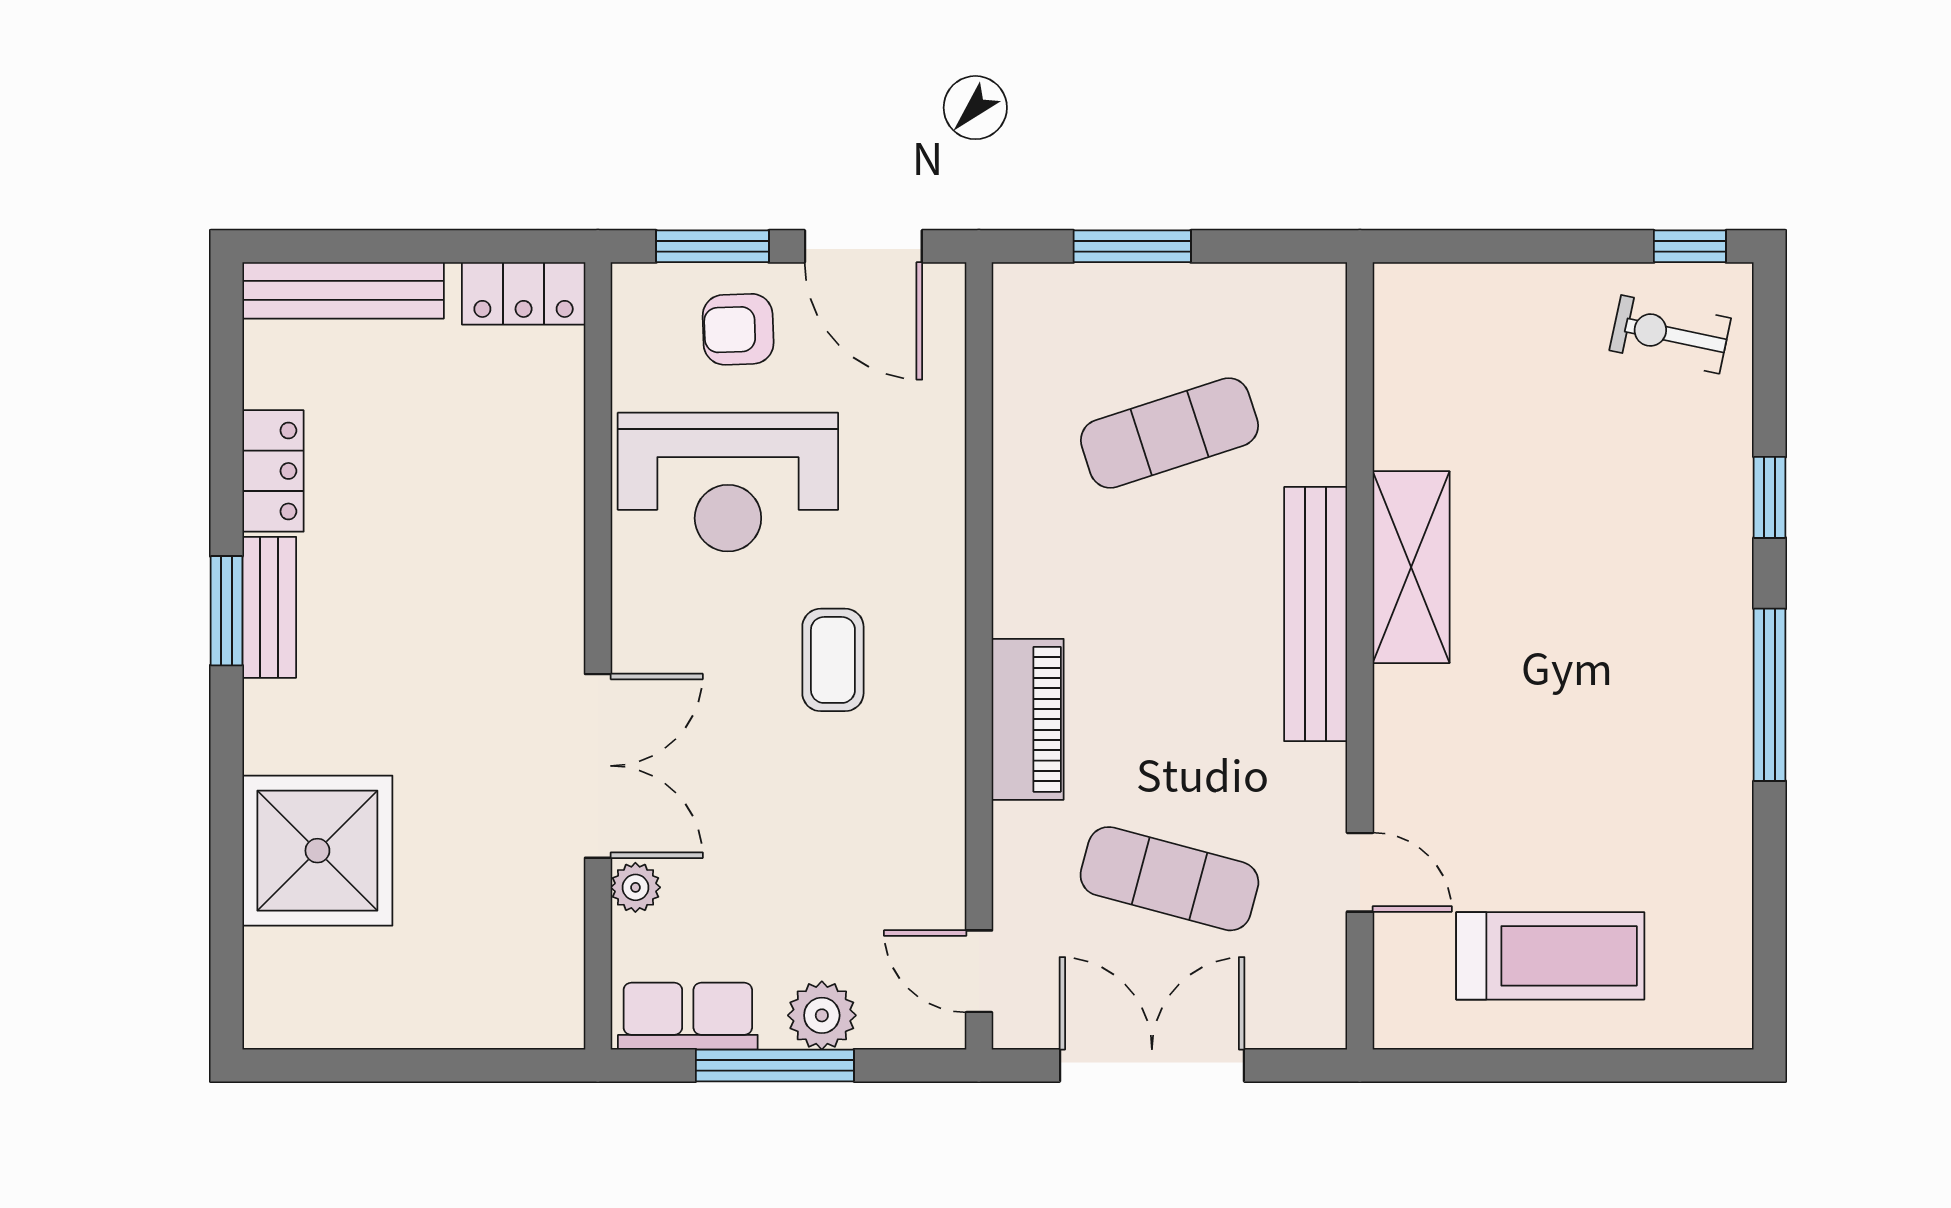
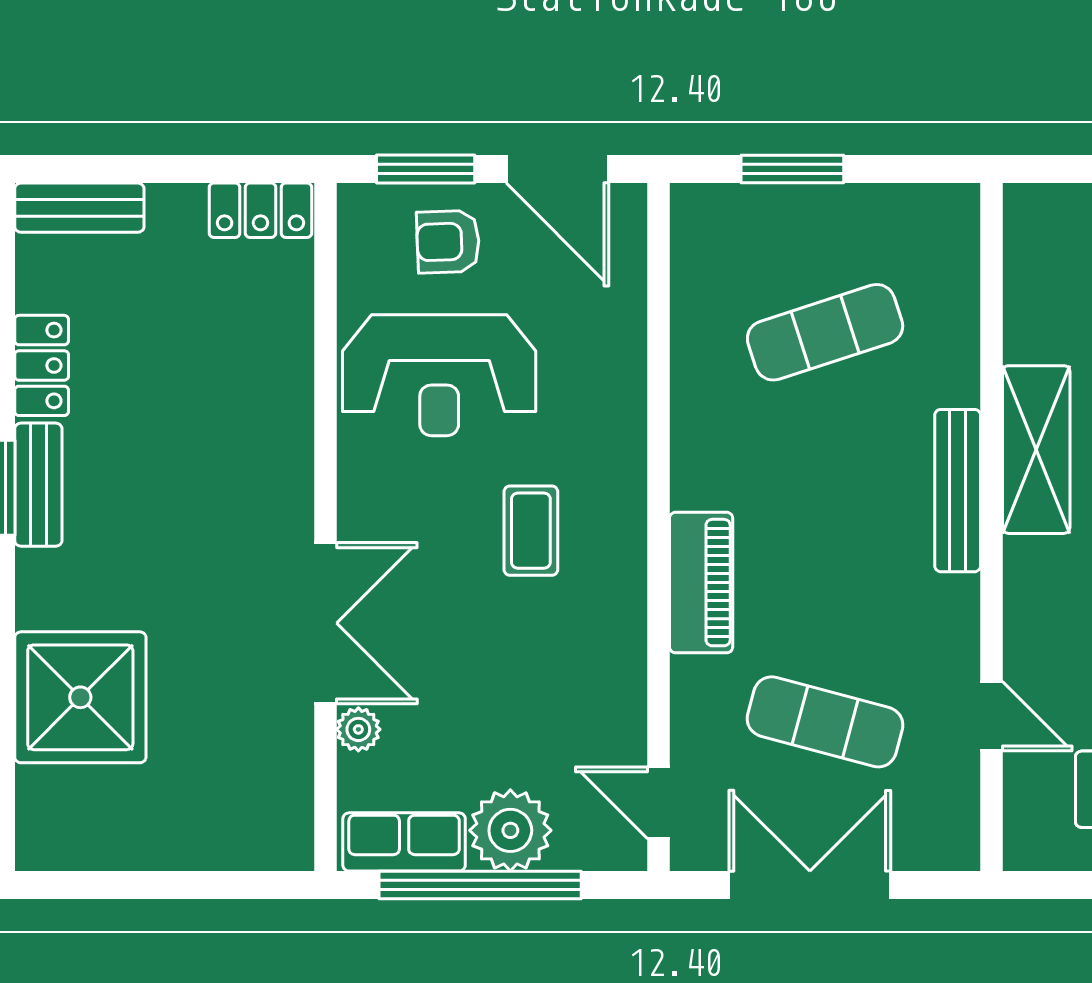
bench: (343, 290) -> (79, 208), width x0.73
bench: (1316, 614) -> (958, 491), width x0.73, depth x0.82
plant: (822, 1015) -> (510, 830), width x1.36, depth x1.36
window: (775, 1065) -> (480, 885), width x1.46

